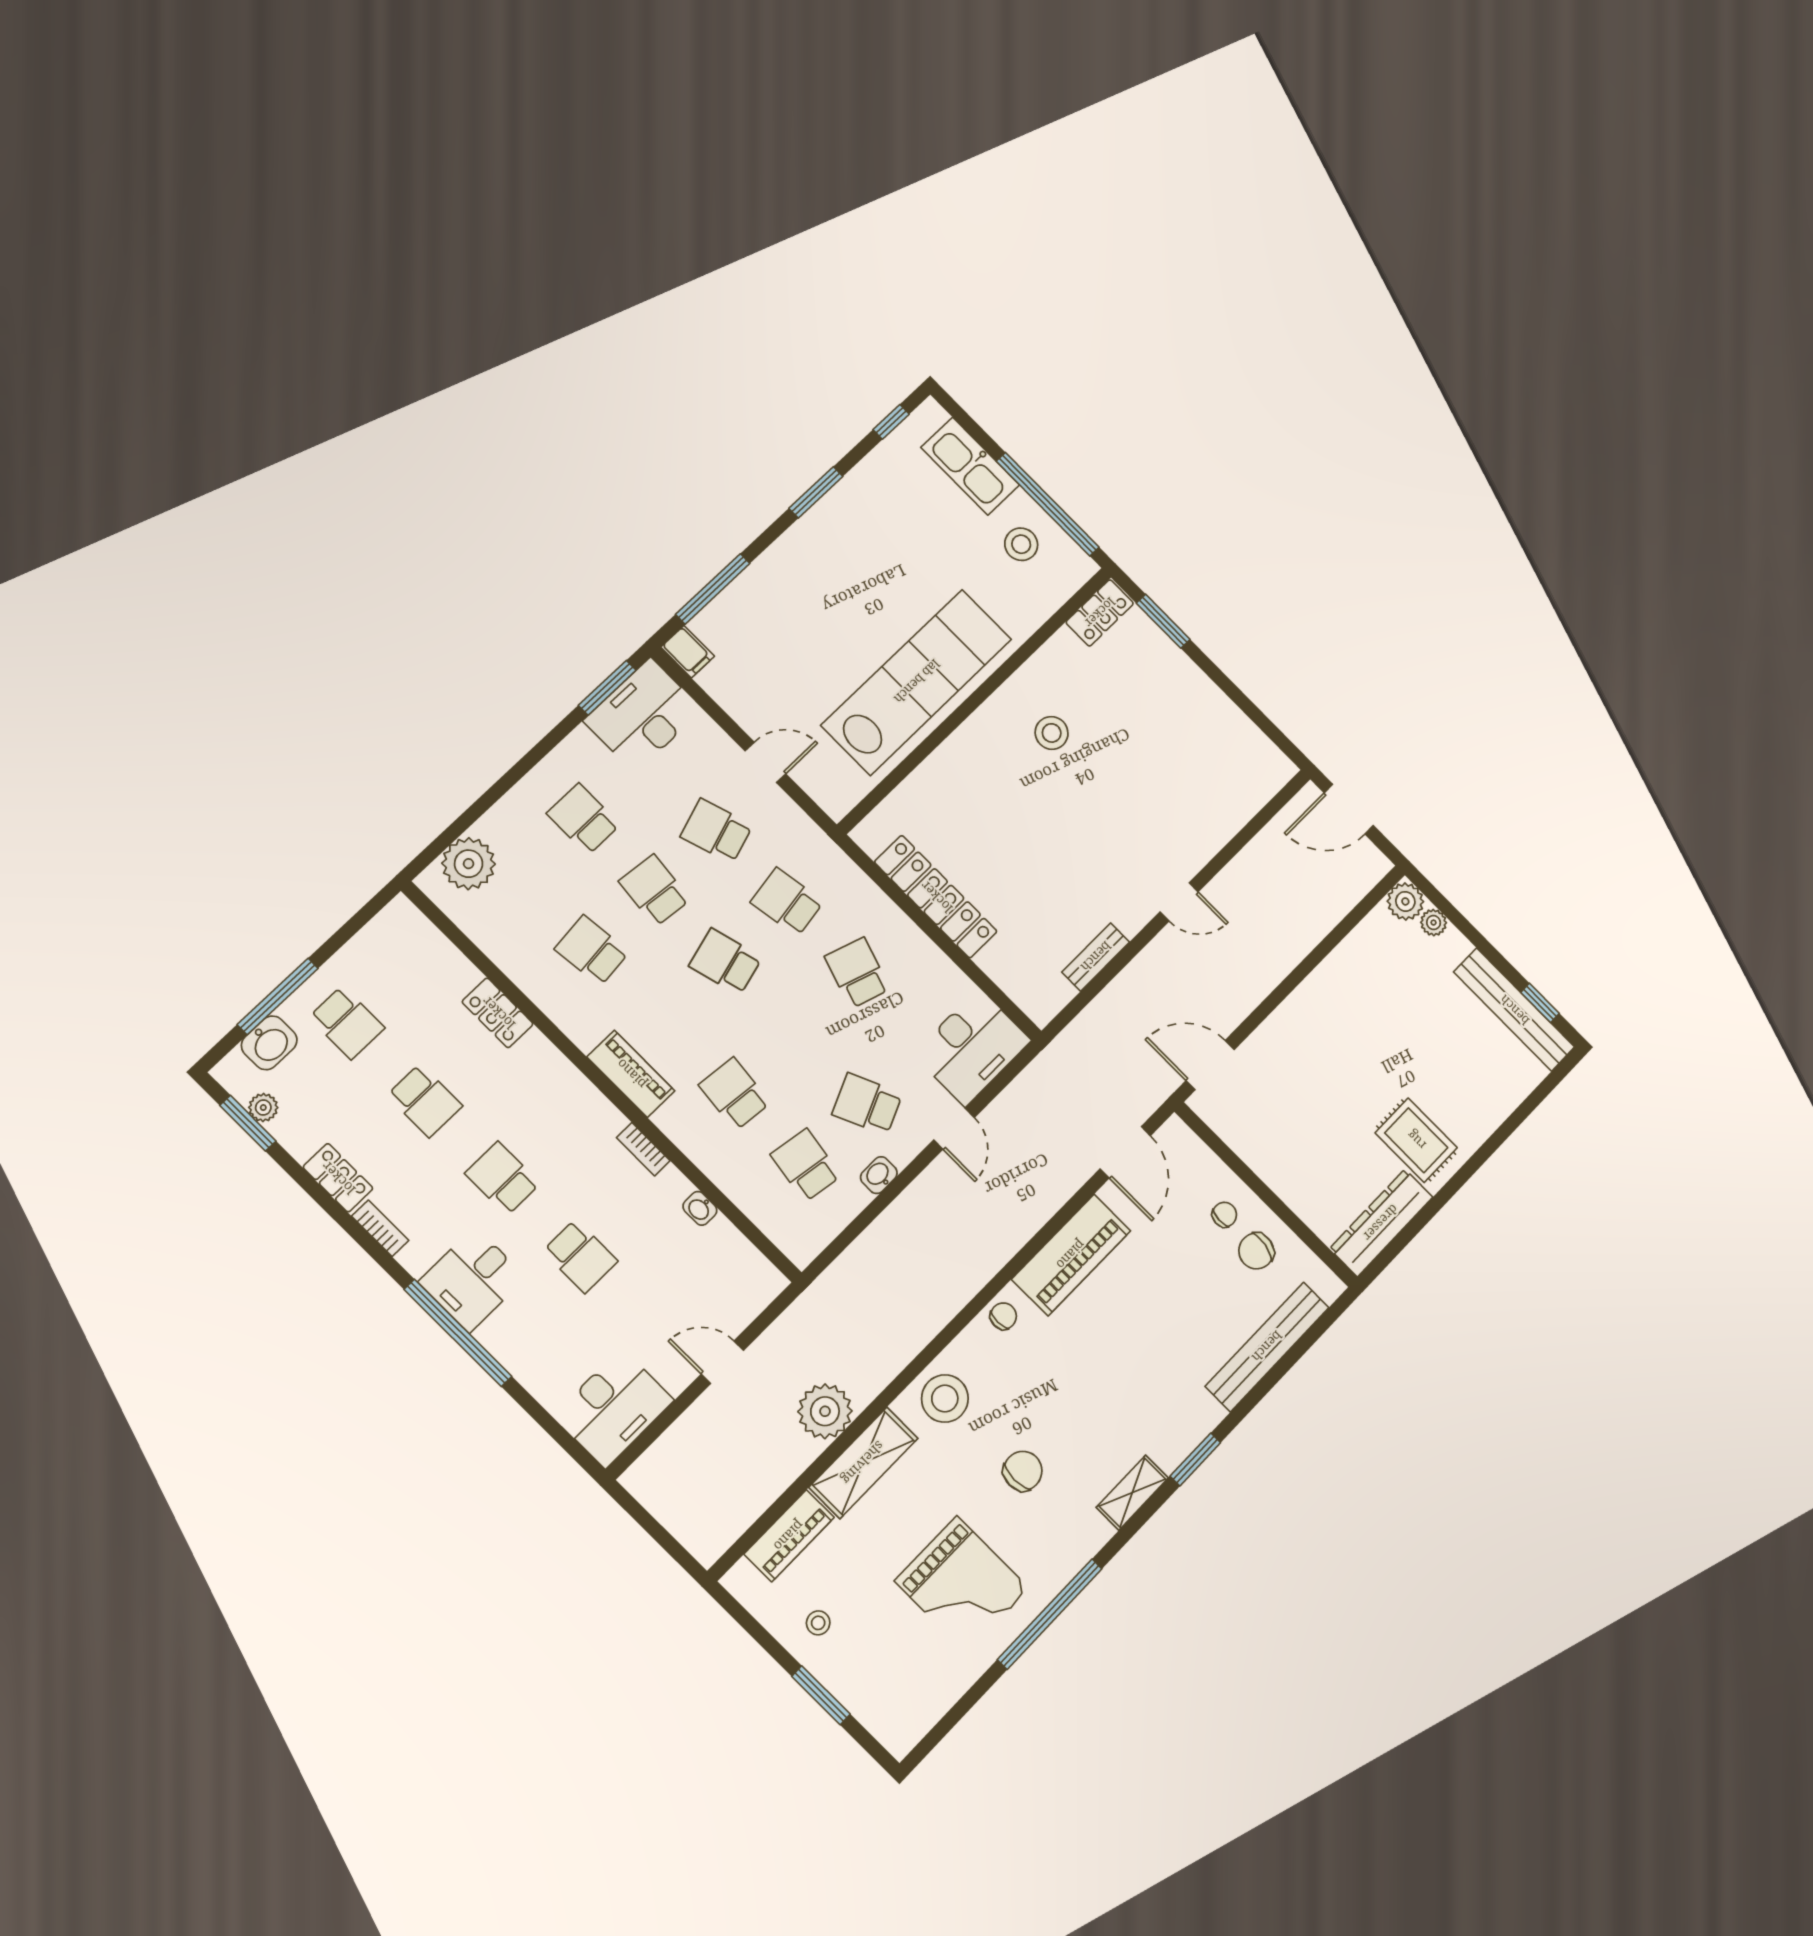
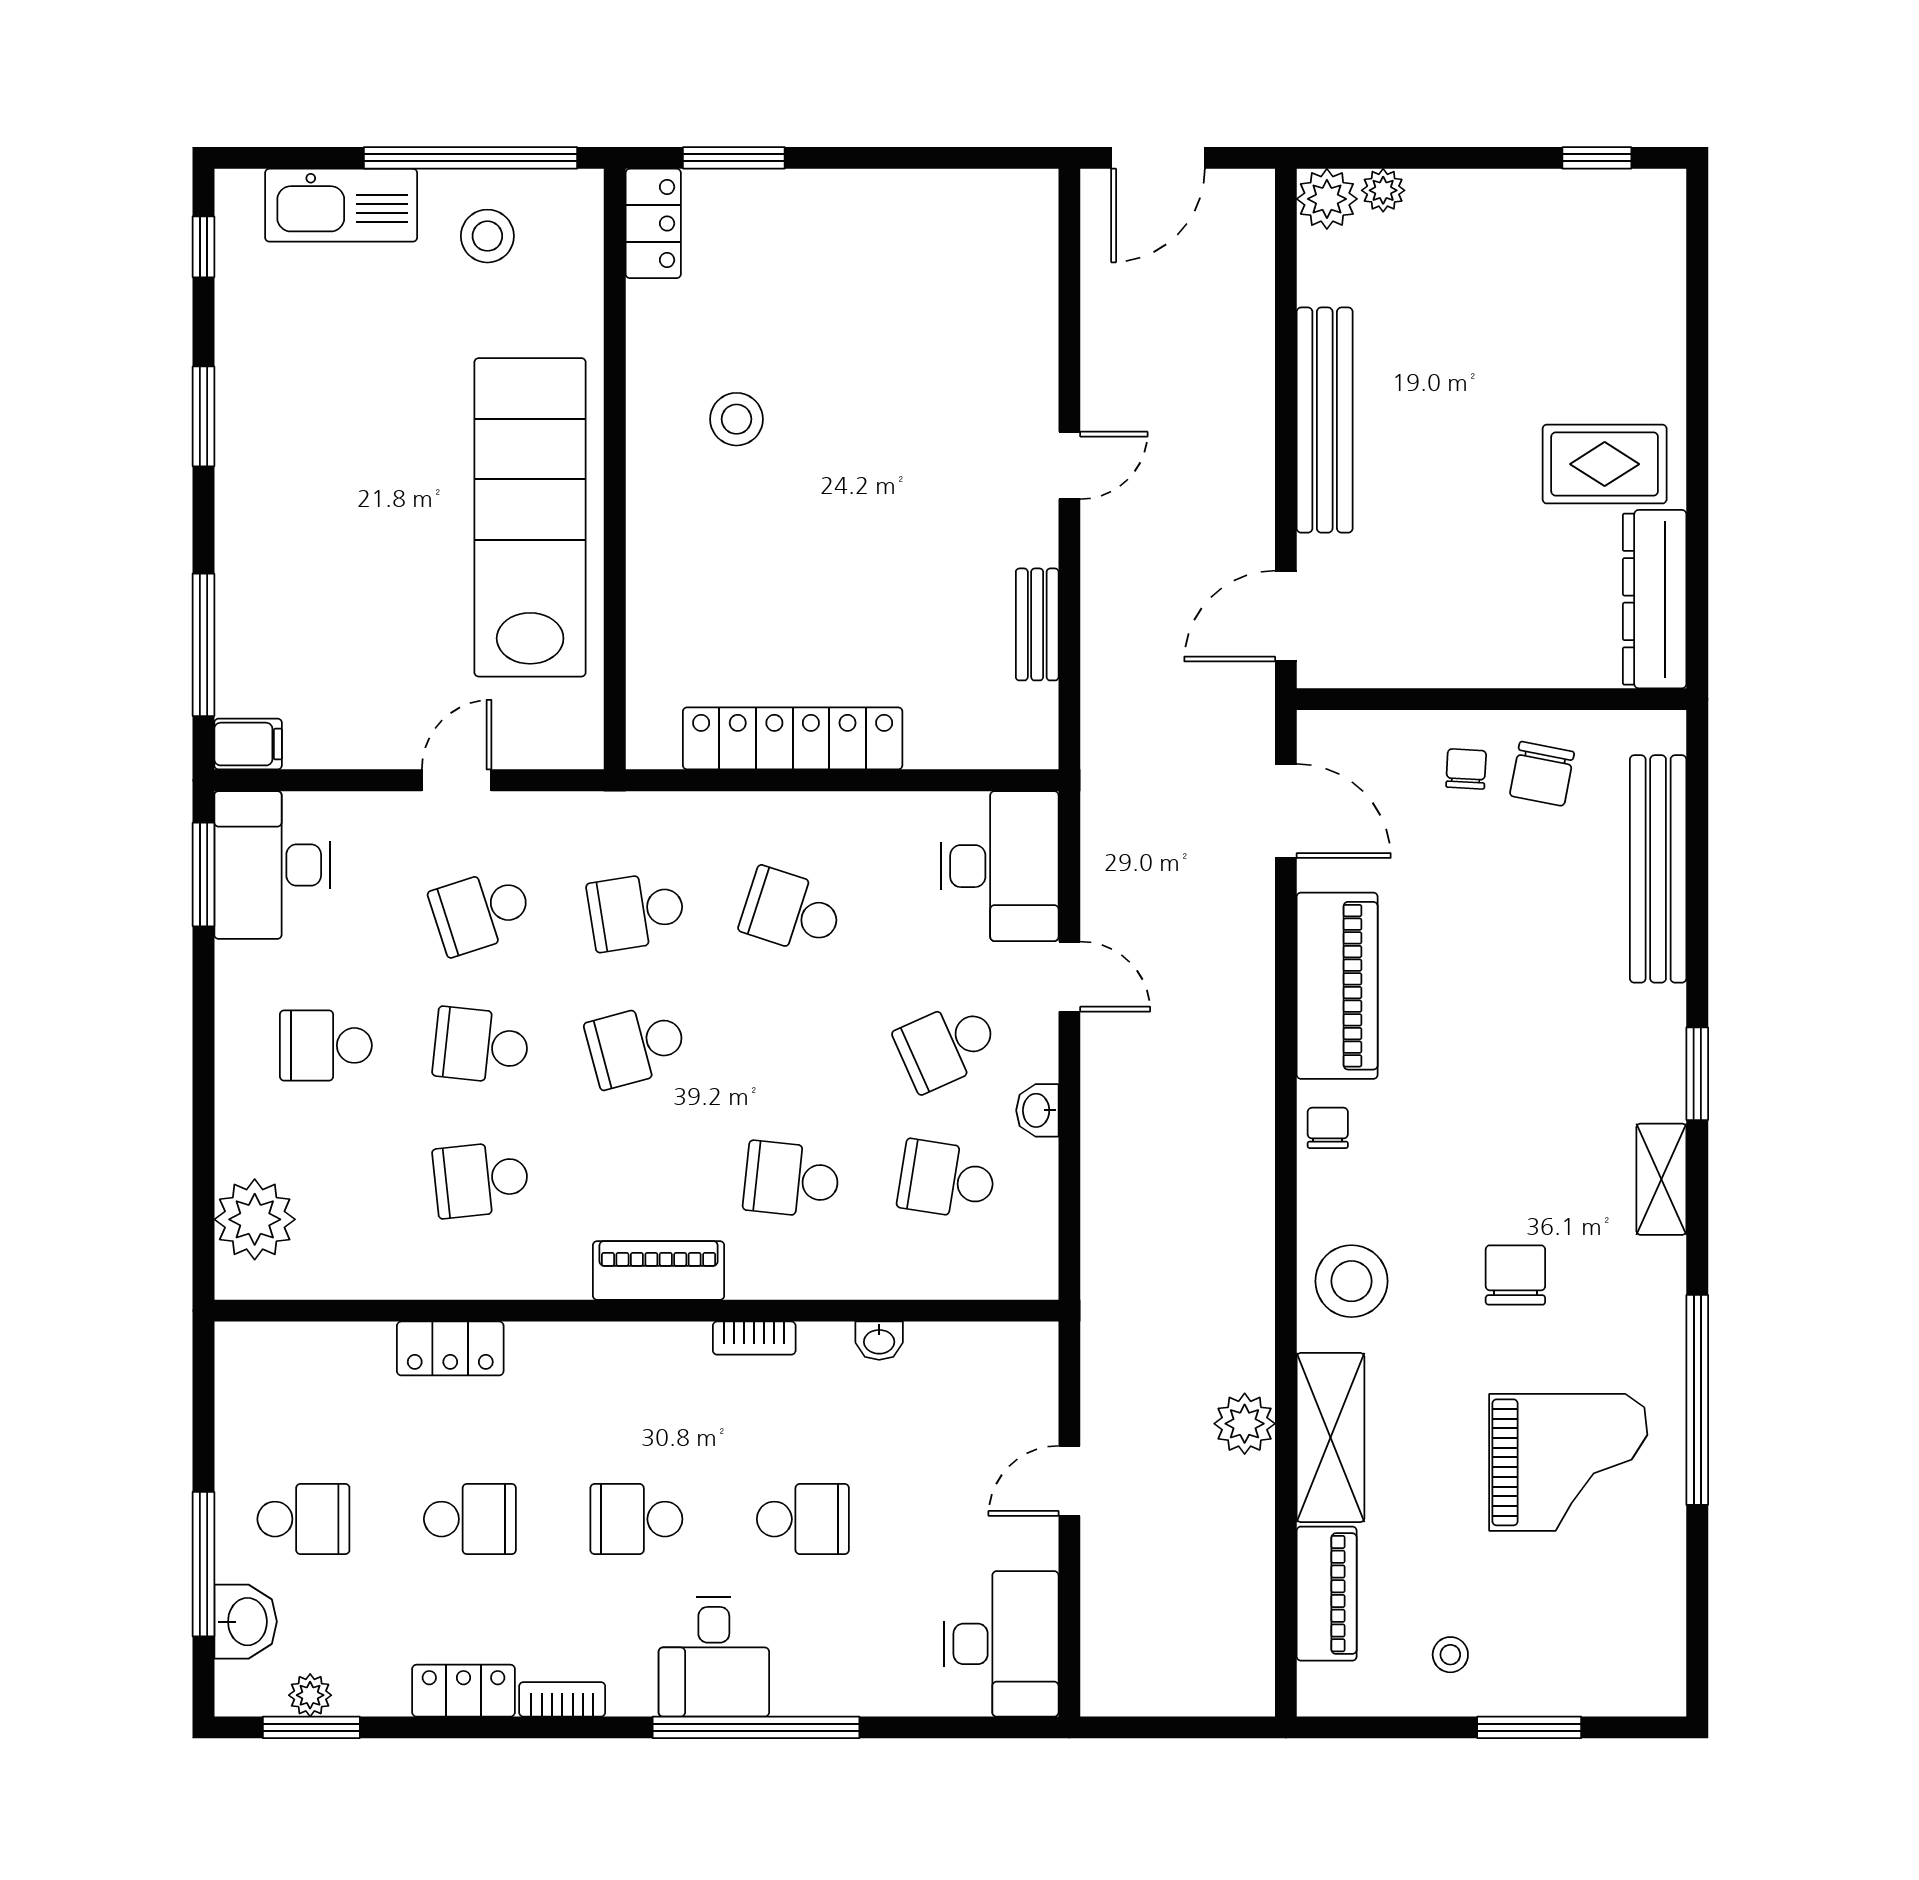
bench: (1514, 1010) -> (1325, 420), moved, turned 90
plant: (825, 1411) -> (1245, 1424), width x0.73, depth x0.73

